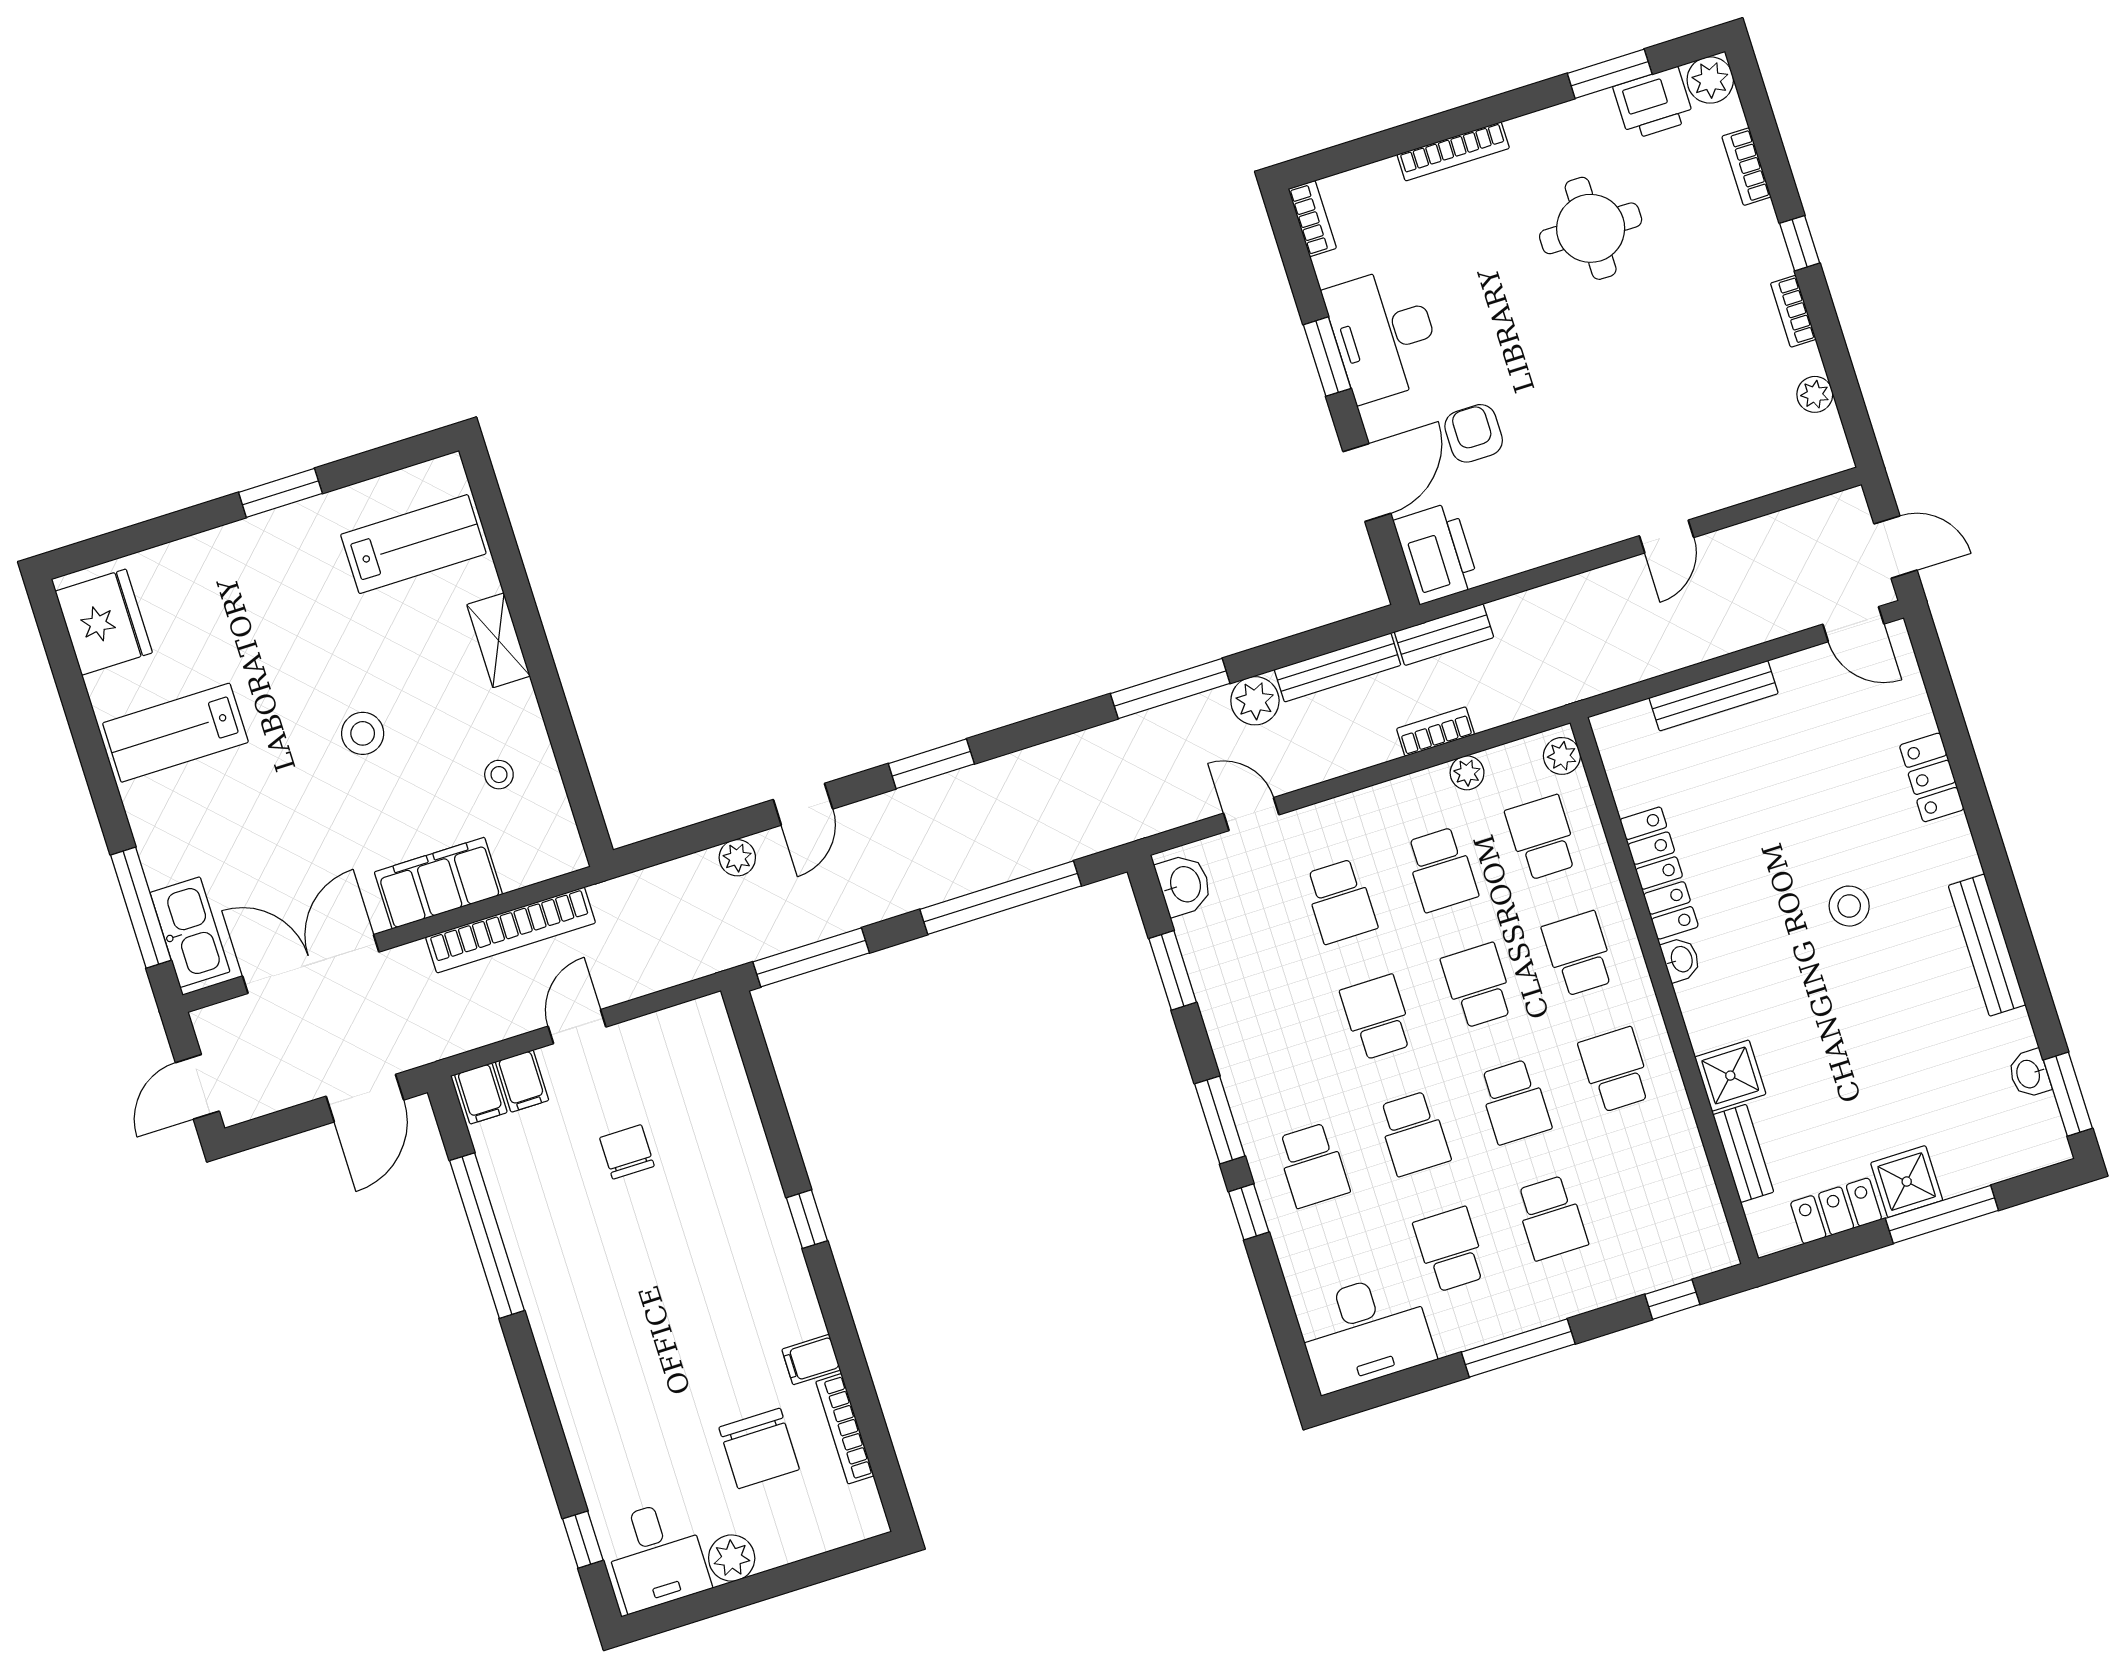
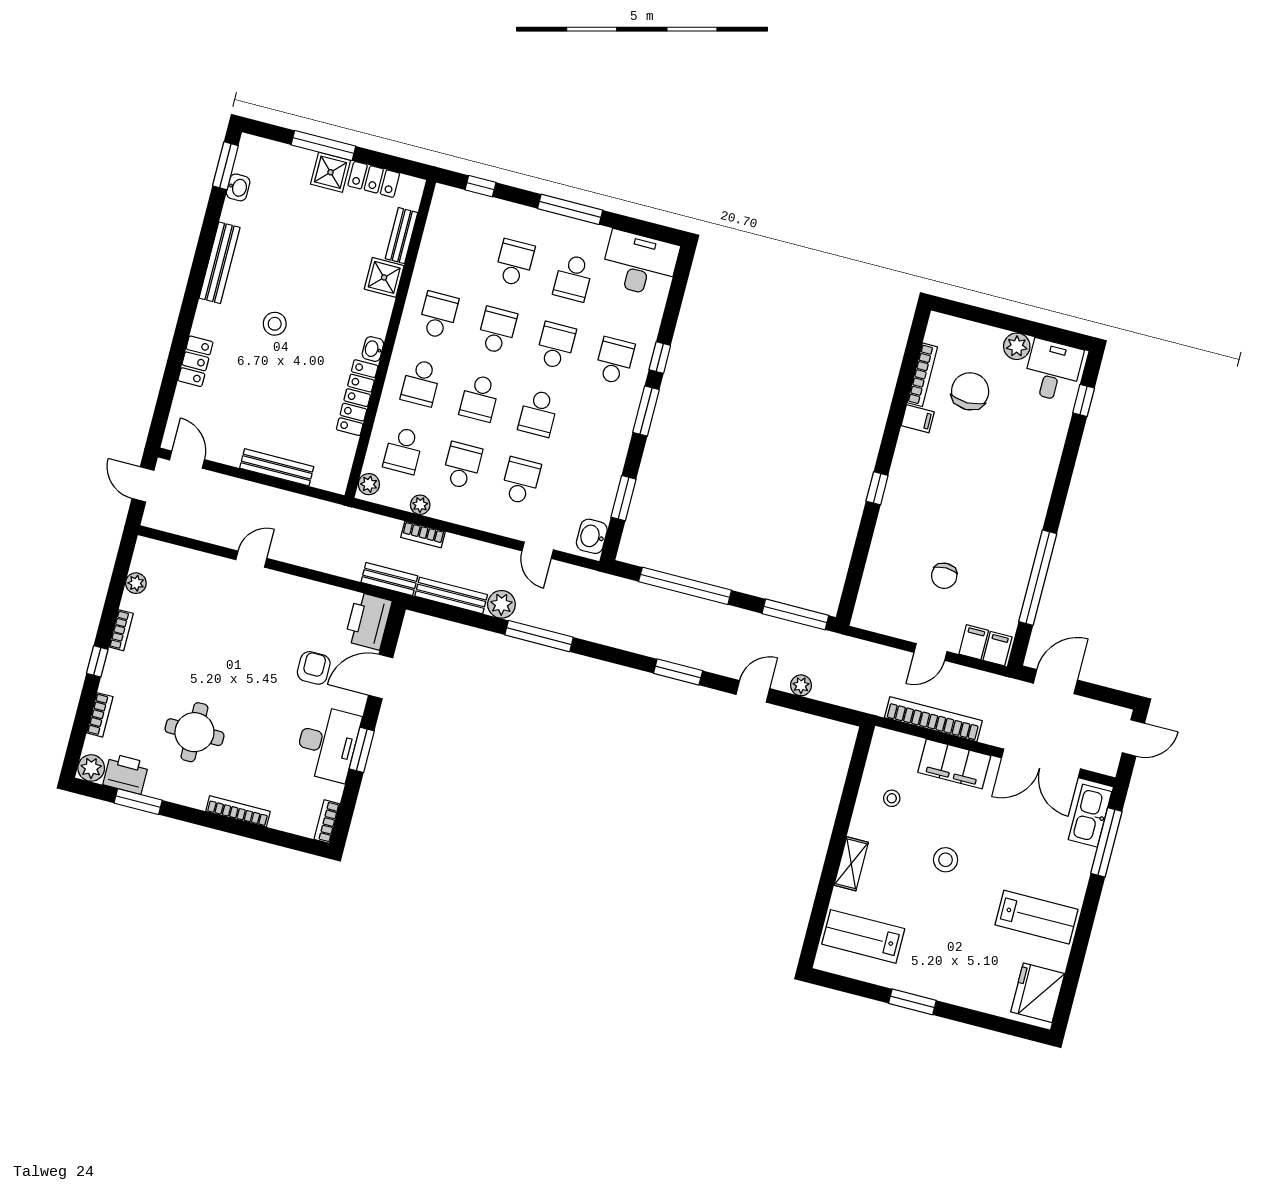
armchair: (1474, 433) -> (314, 668), turned 180
school desk: (1615, 1070) -> (438, 315), turned 180

